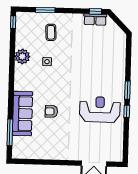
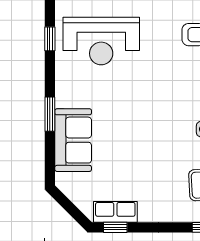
sofa: (116, 58) -> (73, 140), added
window: (127, 90) -> (50, 114), moved

